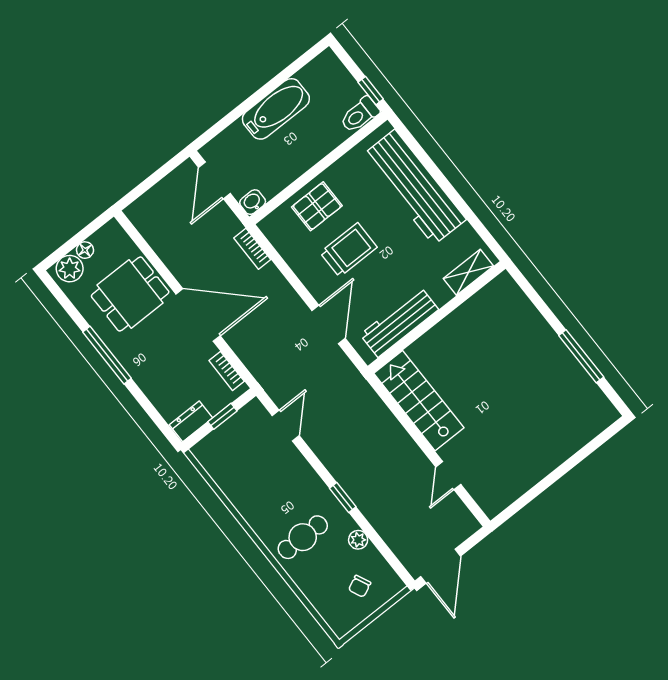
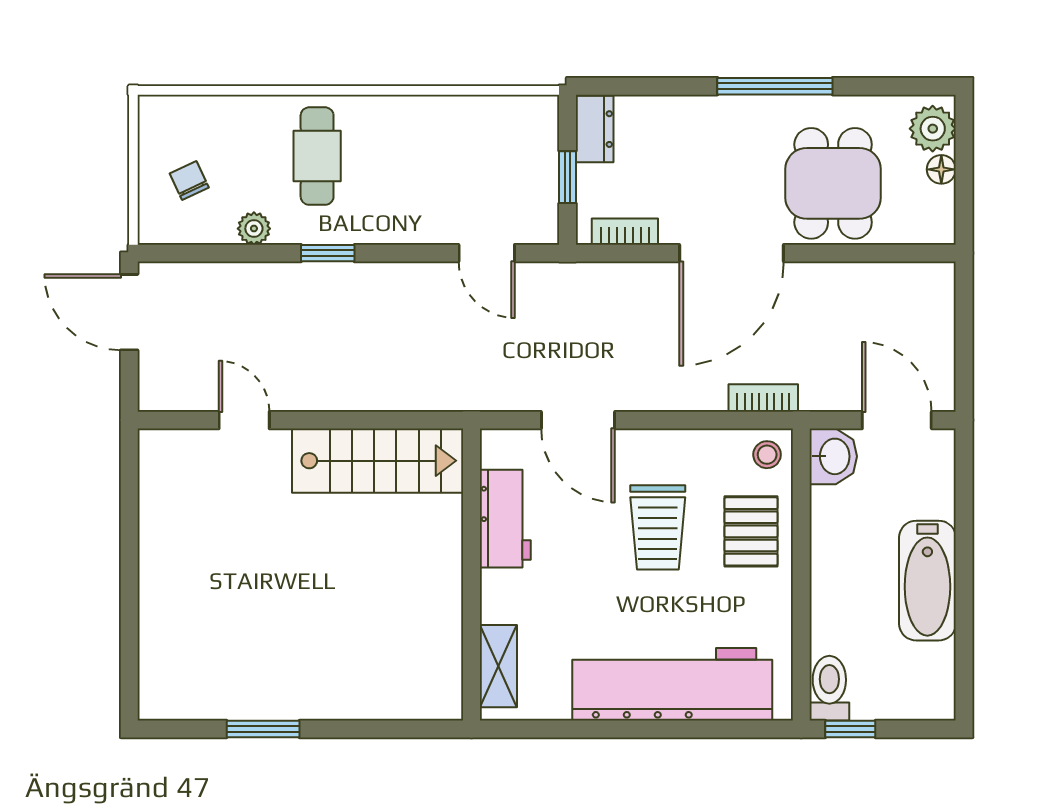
washbasin: (253, 202) -> (833, 456), width x1.38, depth x1.45
stool: (276, 227) -> (767, 455), added
workbench: (399, 322) -> (505, 519), width x0.73
window: (581, 356) -> (263, 729), width x0.69

